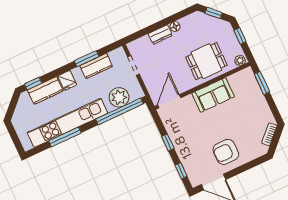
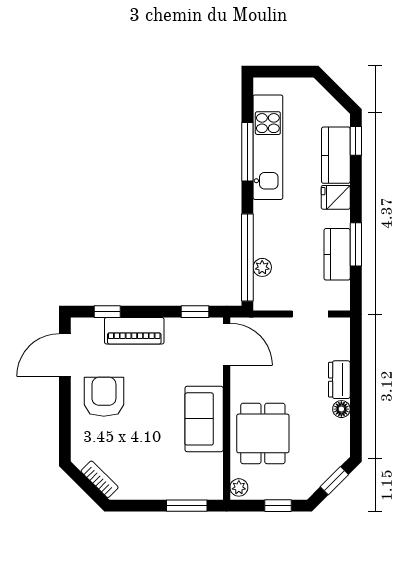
plant: (119, 97) -> (262, 267), width x0.53, depth x0.53
kitchen unit: (67, 123) -> (268, 147), width x0.73
window: (168, 142) -> (195, 312), moved
piano: (184, 152) -> (134, 331), added

